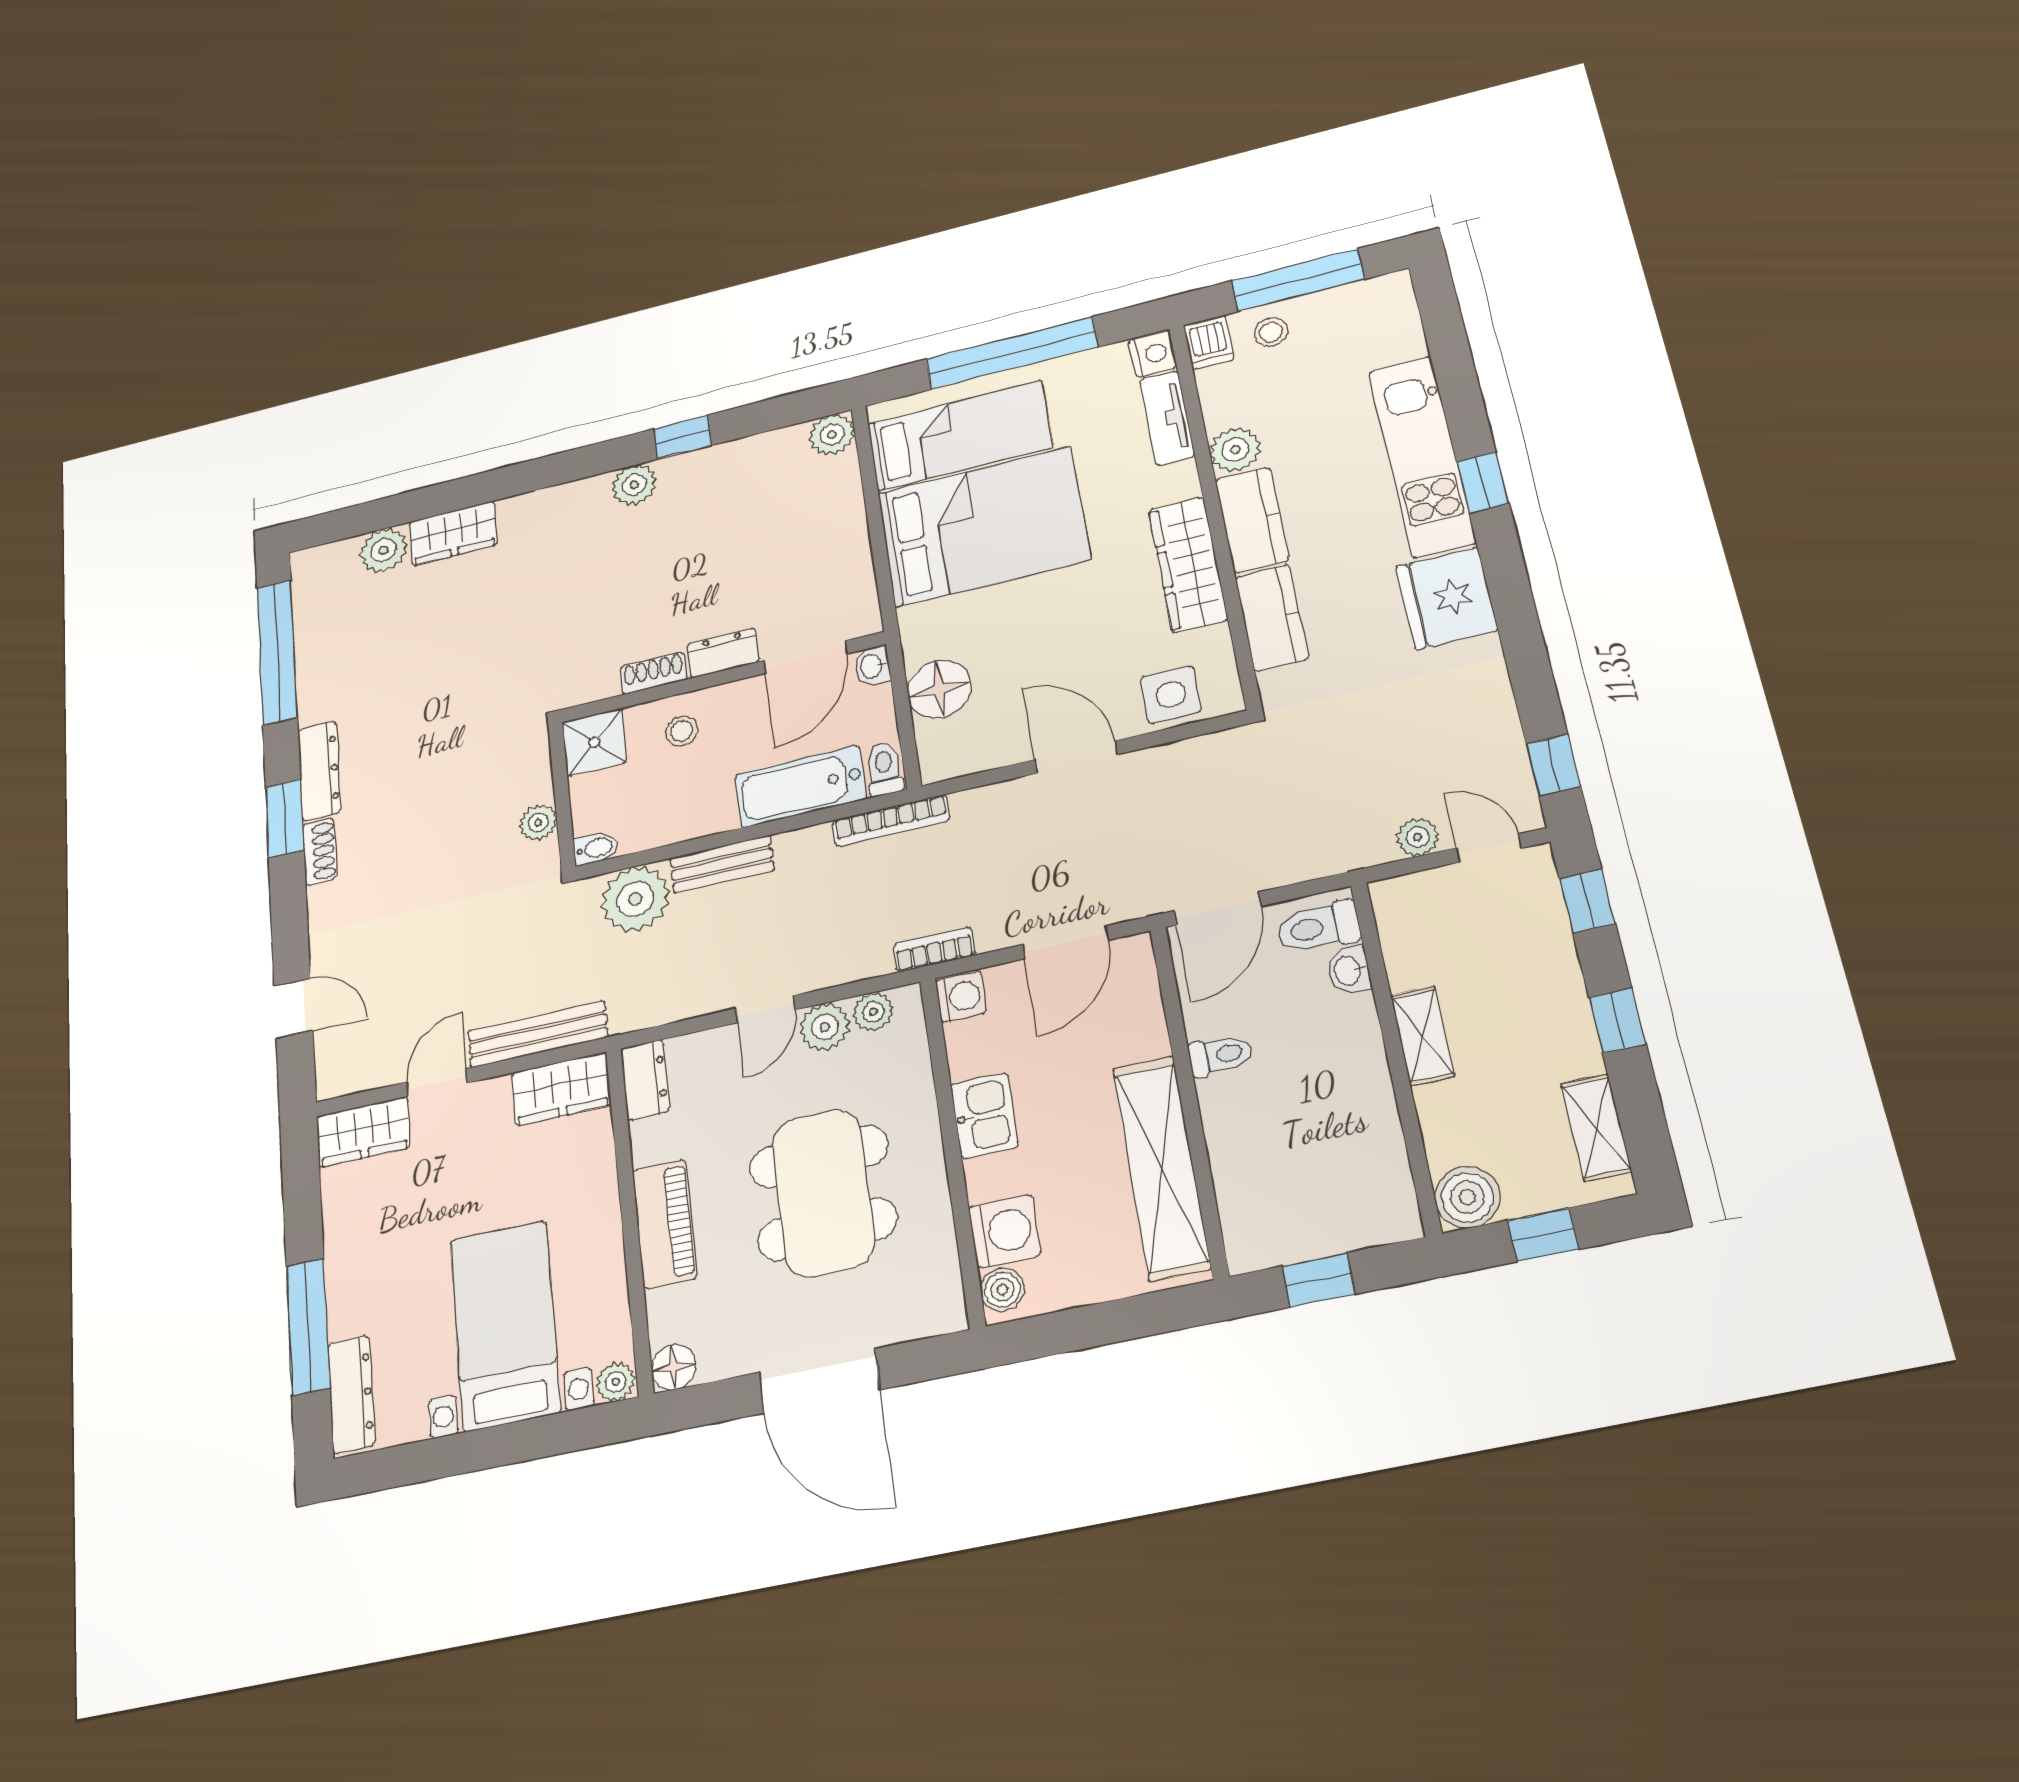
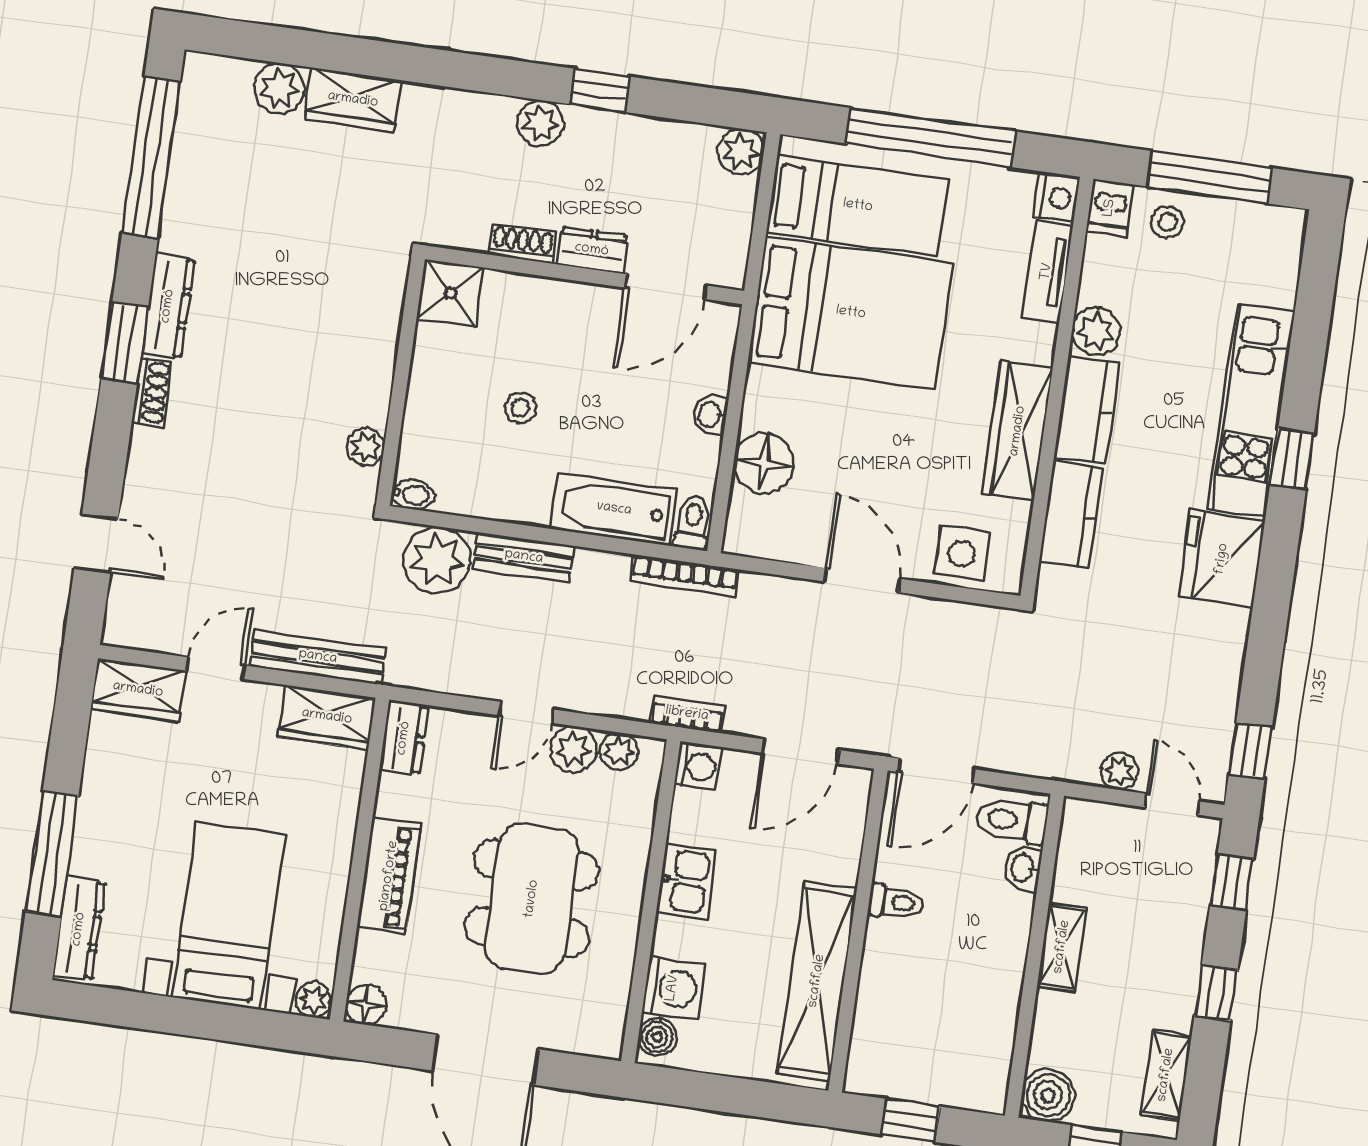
dresser: (723, 653) -> (592, 250), moved
door: (805, 657) -> (666, 287), moved
shoe rack: (654, 673) -> (522, 244), moved
wall: (722, 677) -> (584, 275), moved
shower: (594, 742) -> (450, 293), moved

